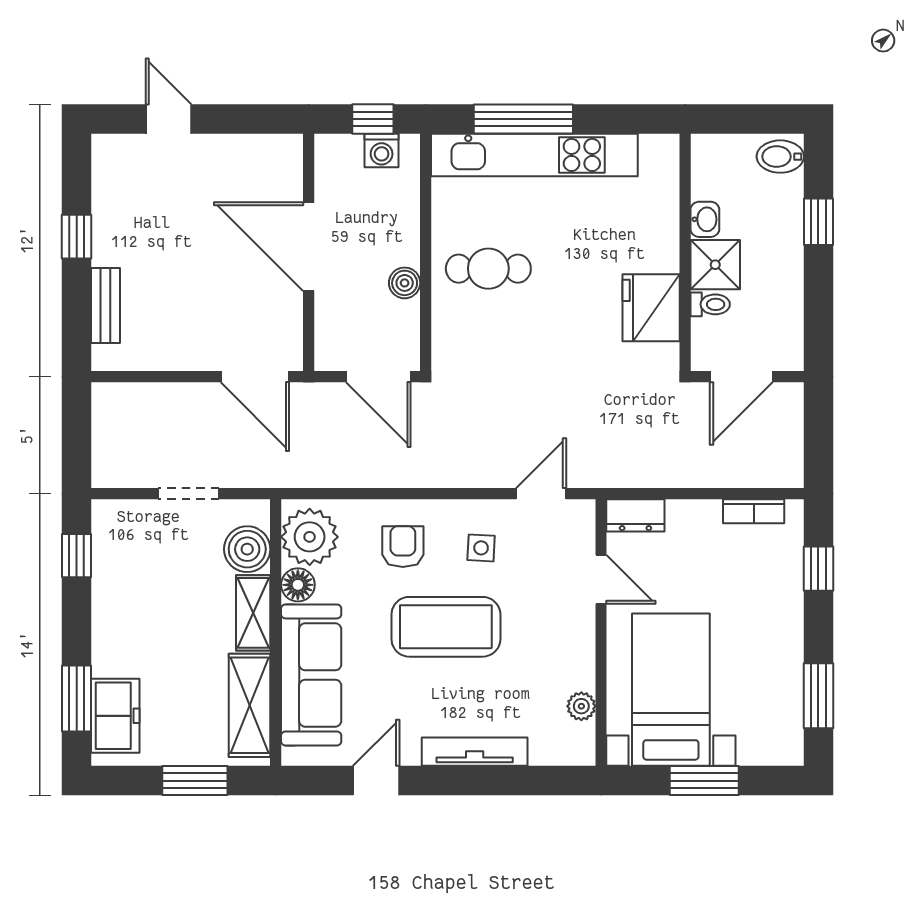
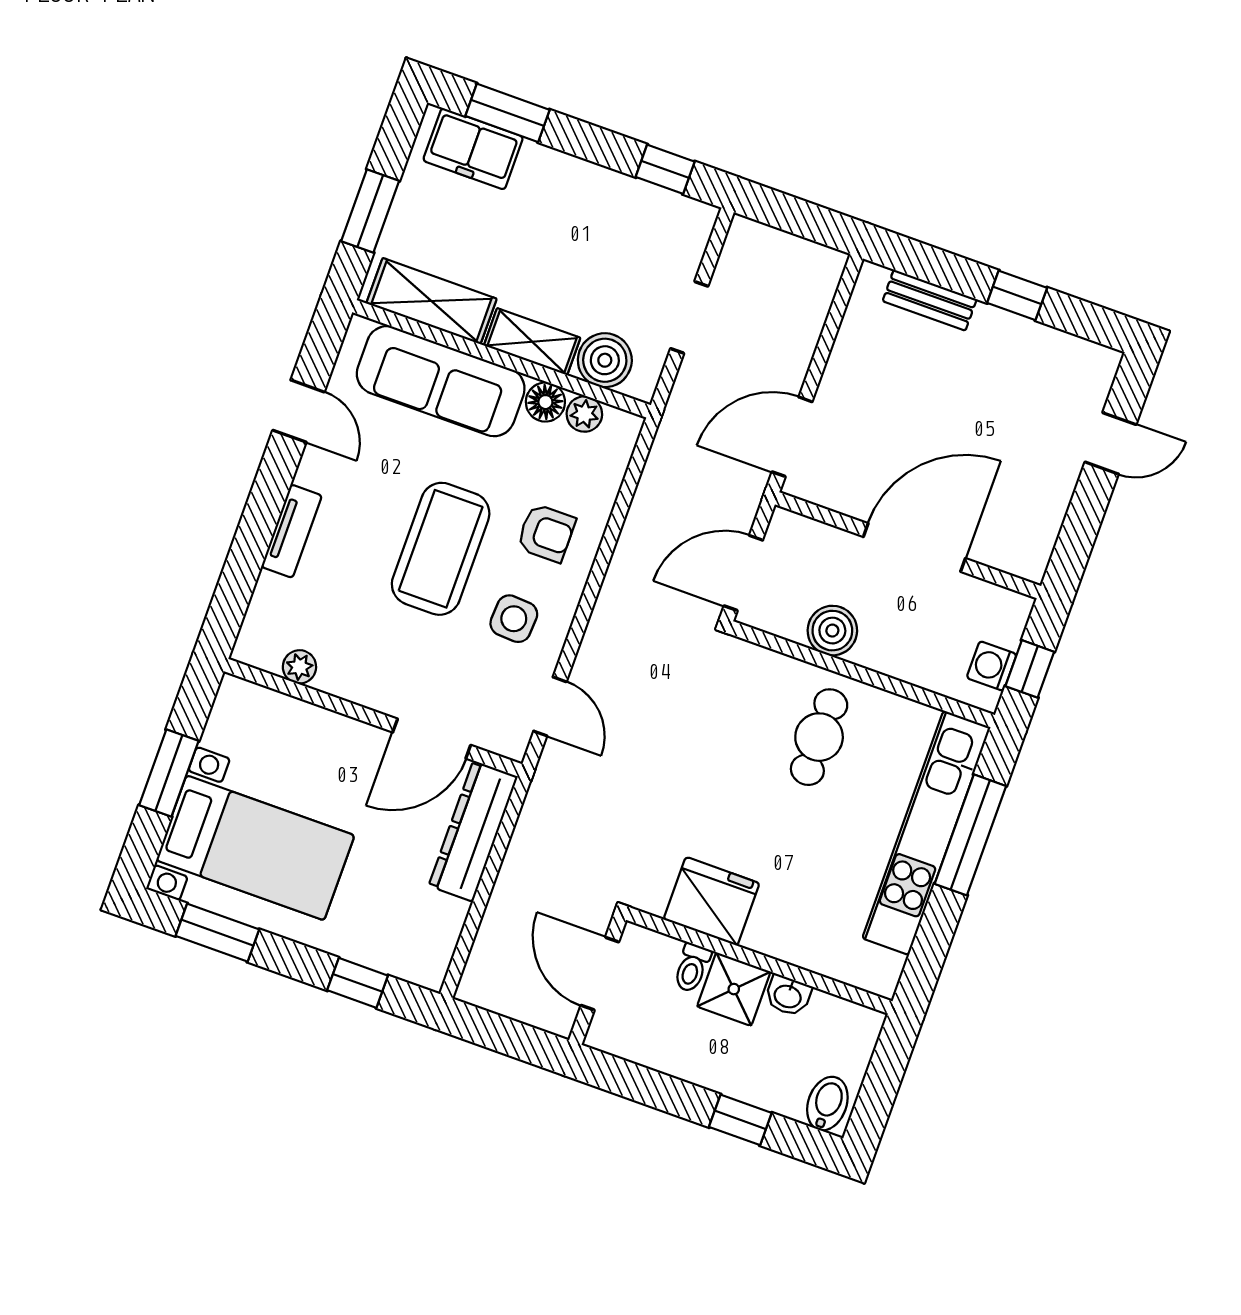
boiler: (405, 283) -> (832, 631), width x1.36, depth x1.36
bookcase: (754, 511) -> (447, 934), removed
dresser: (635, 515) -> (473, 831), width x1.96, depth x1.24
plant: (310, 537) -> (584, 414), width x0.53, depth x0.53
side table: (481, 548) -> (514, 619), width x1.37, depth x1.37
door: (601, 579) -> (432, 739), width x1.38
bed with nightstands: (671, 690) -> (255, 848), moved
tv unit: (475, 752) -> (292, 531), width x0.71

